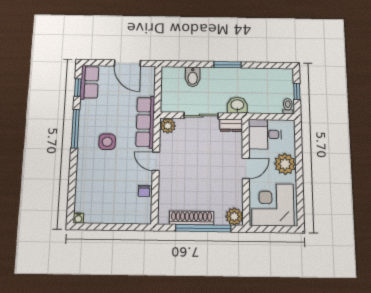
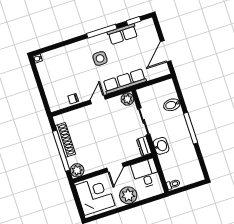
window: (227, 65) -> (191, 128), width x1.44
row of seats: (90, 82) -> (122, 34), moved
window: (297, 91) -> (187, 188), removed
door: (246, 168) -> (115, 168), hinge flipped

